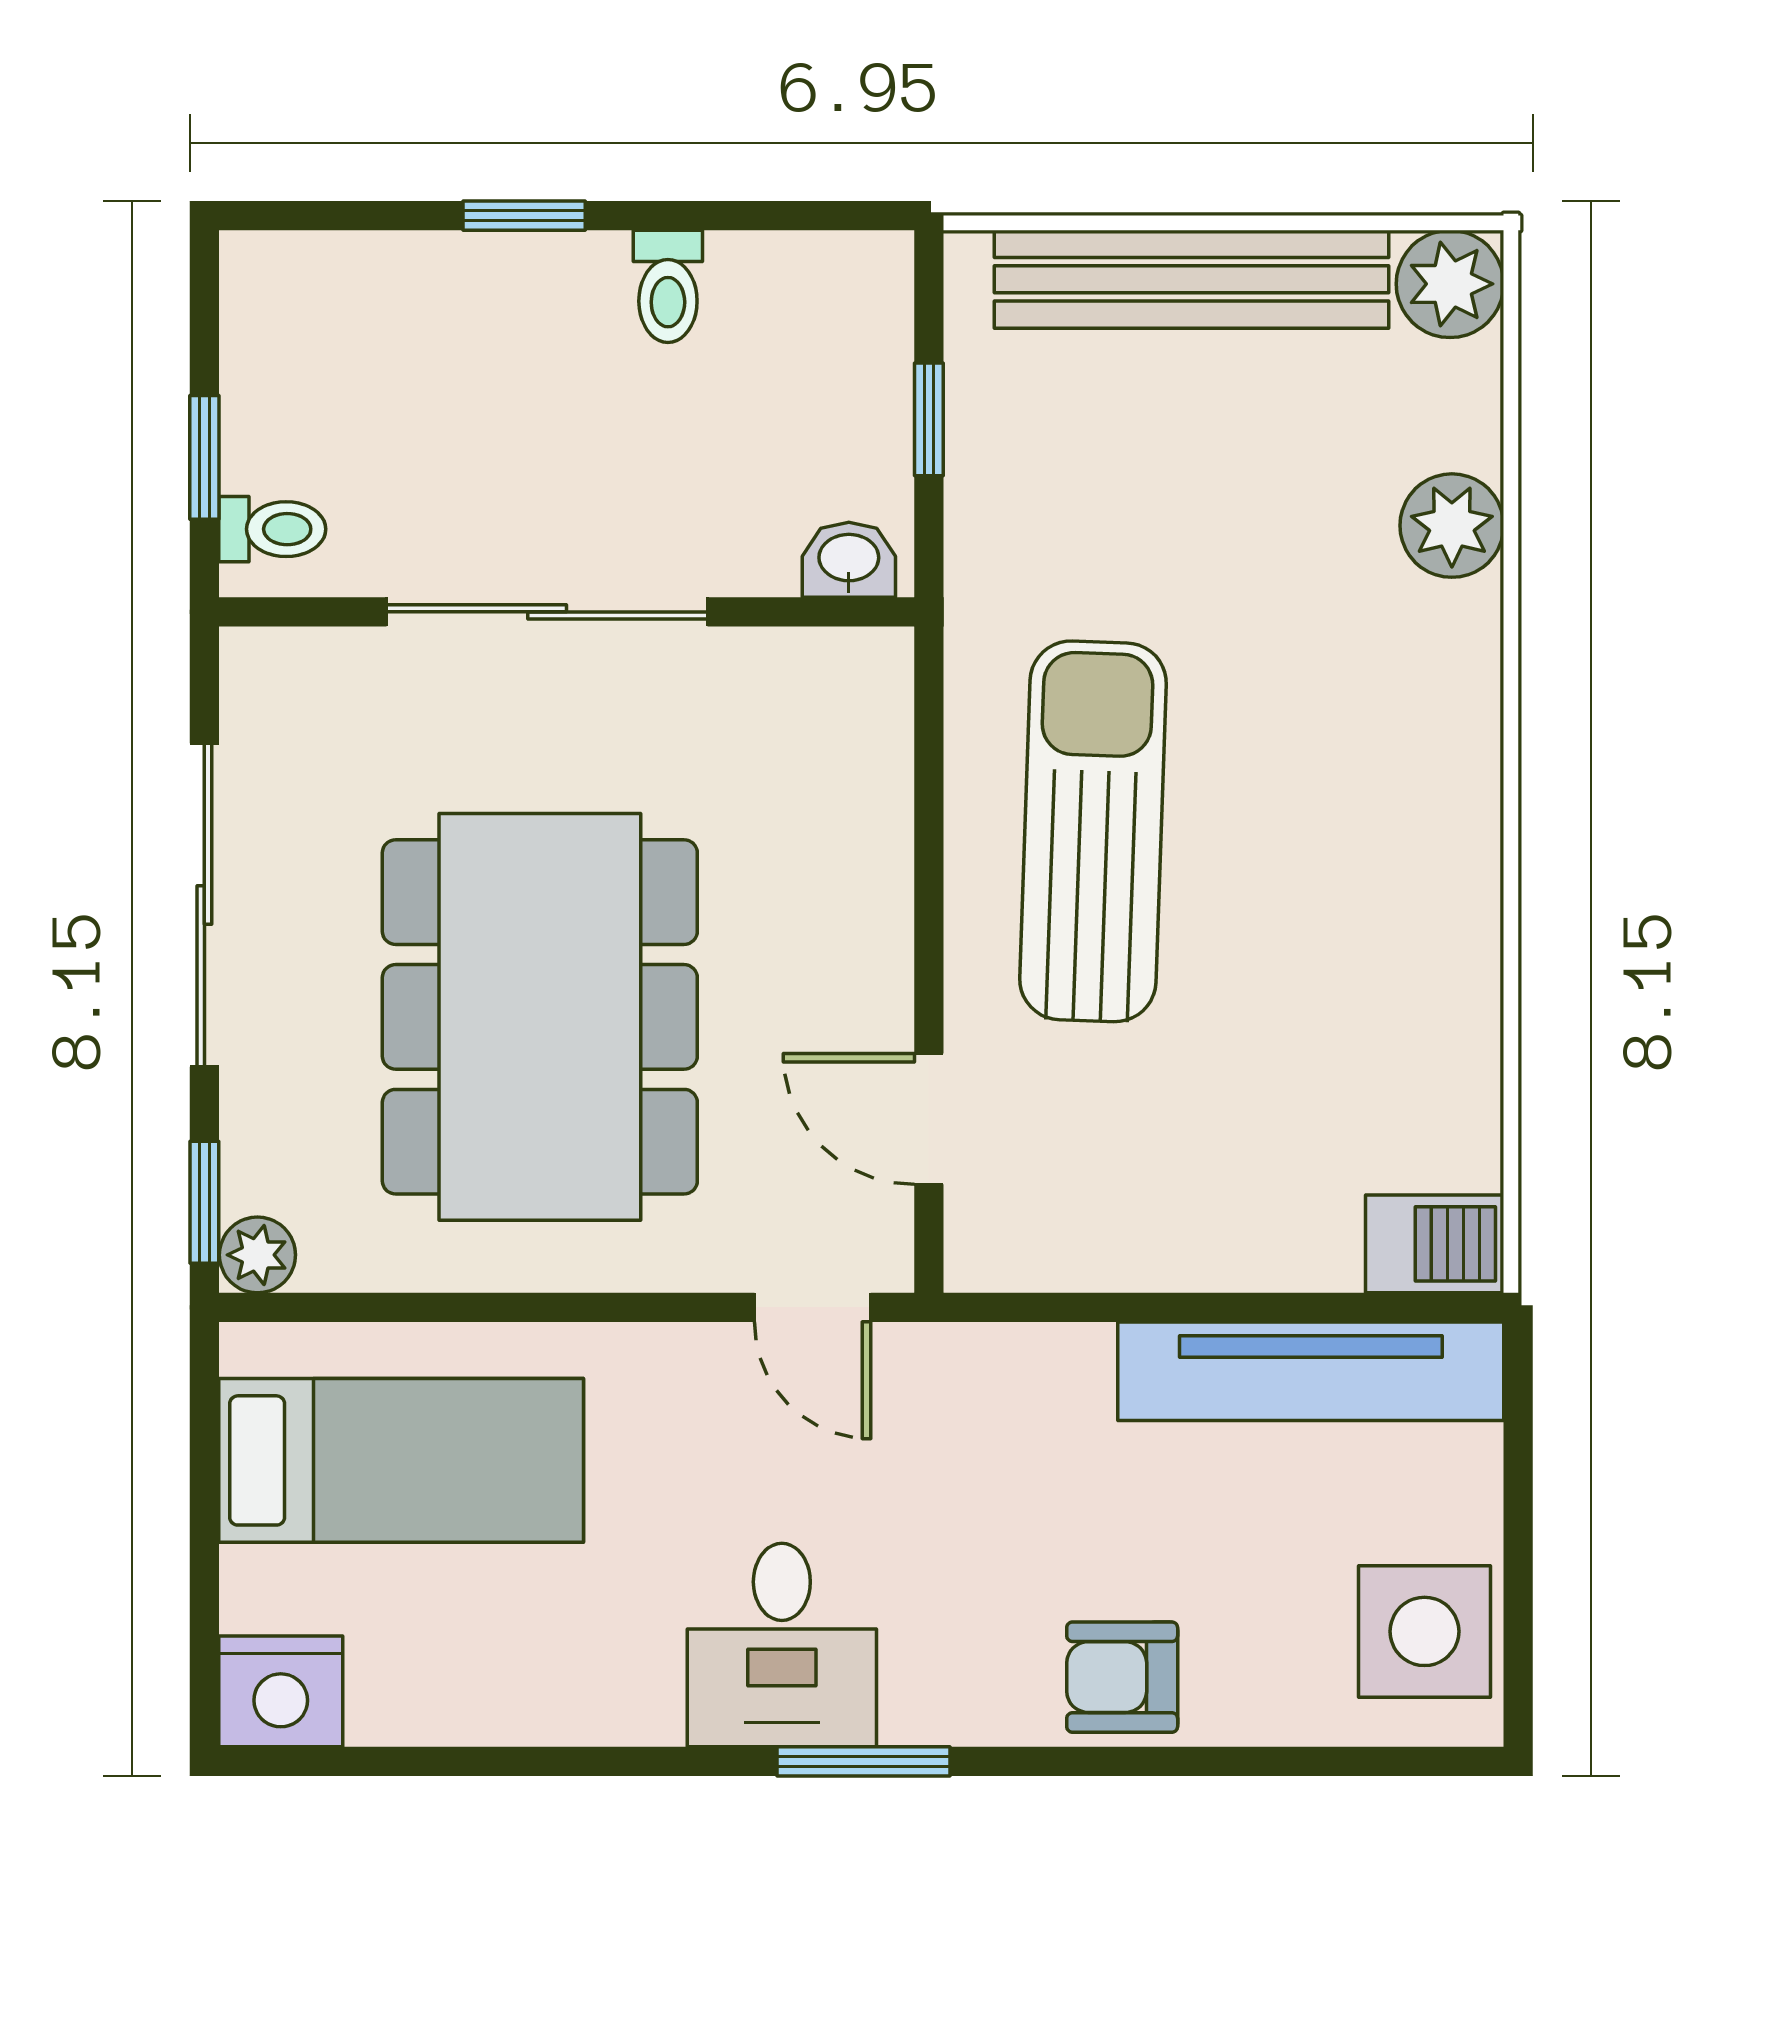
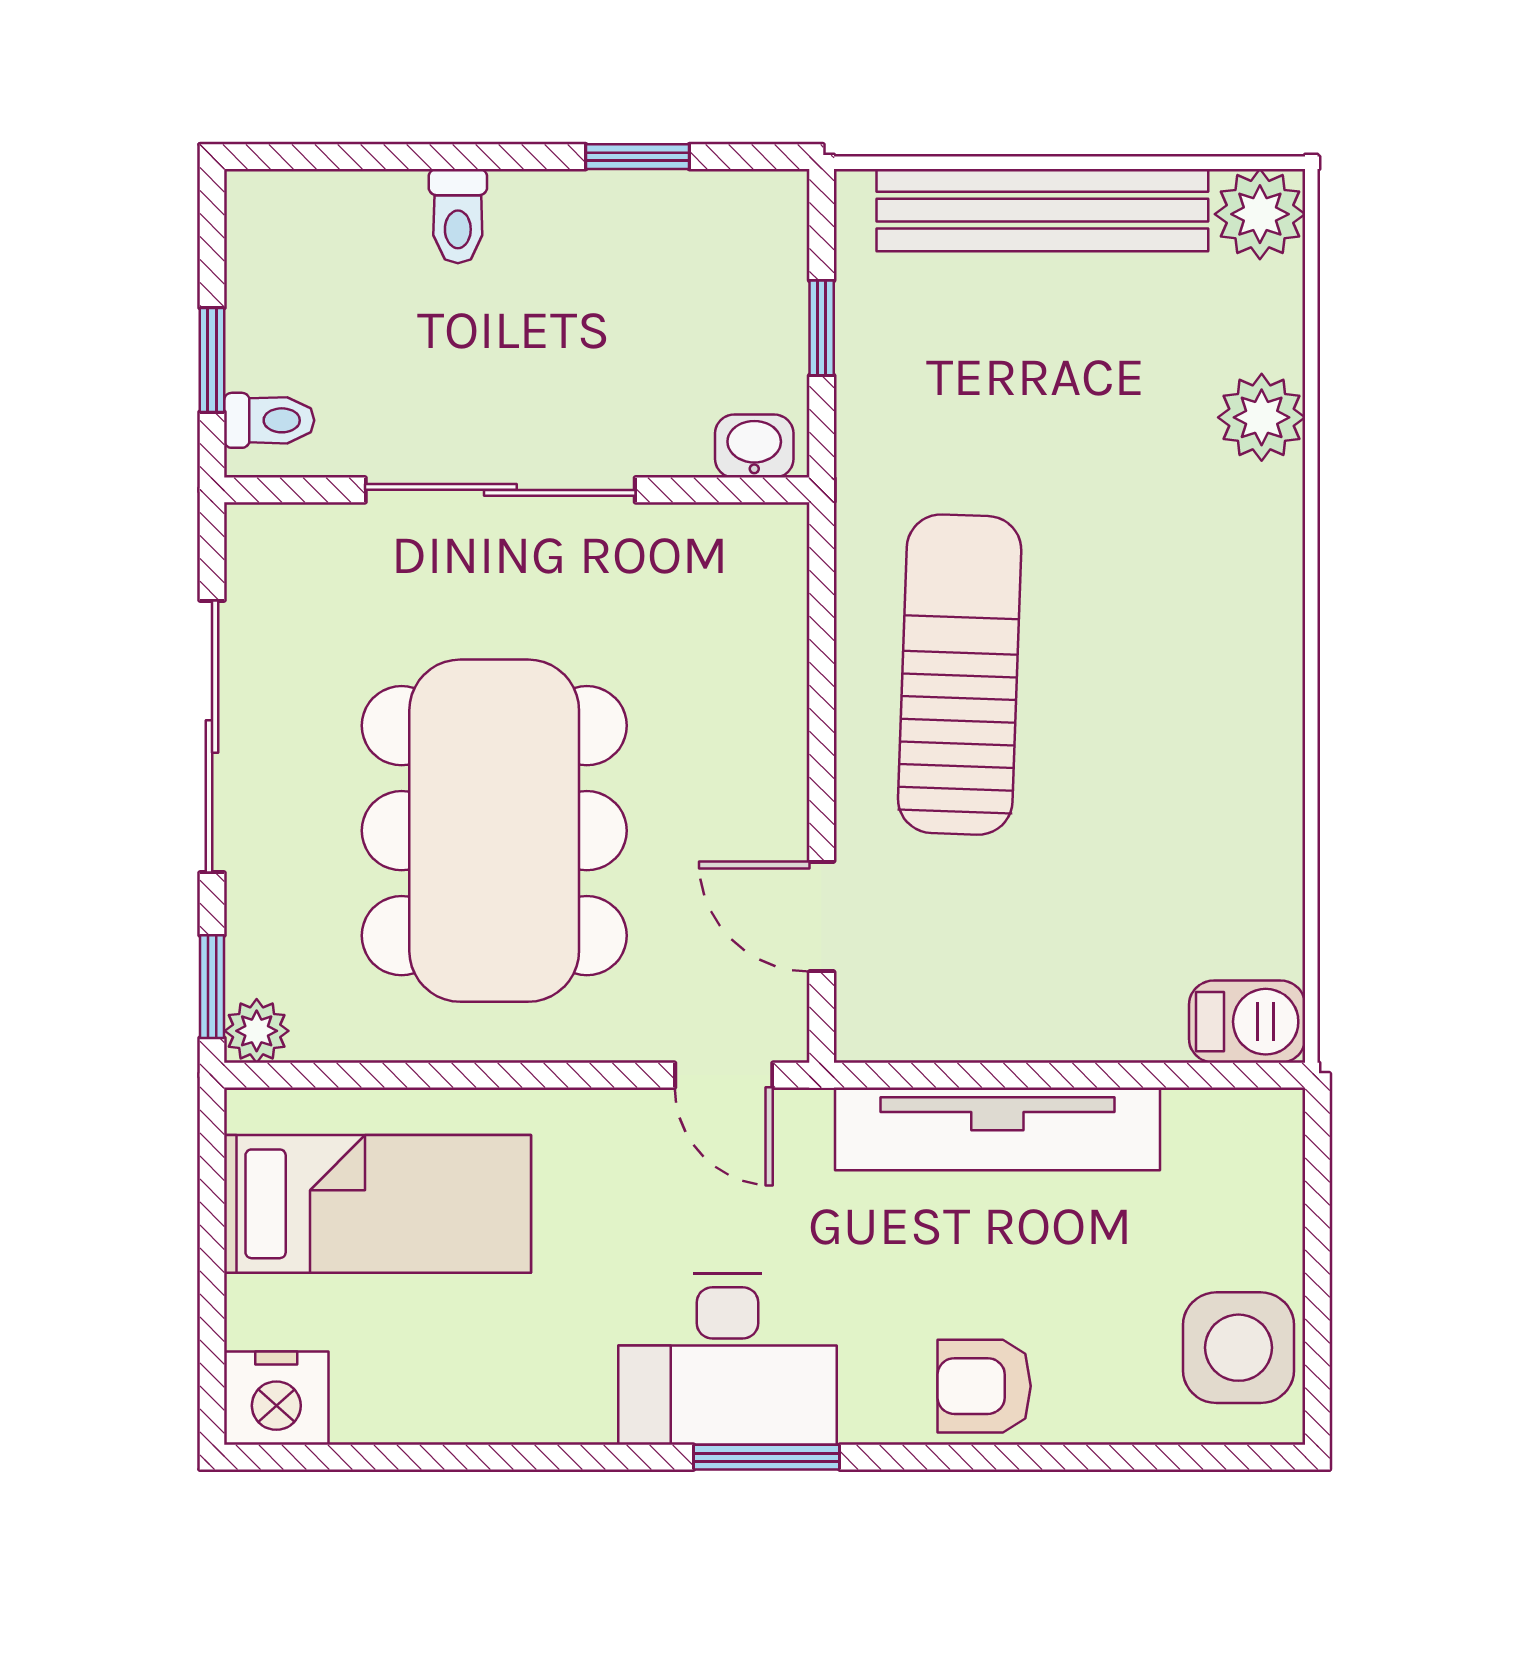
window: (524, 216) -> (638, 157), moved
toilet: (668, 286) -> (458, 216), moved
tv unit: (1311, 1371) -> (997, 1129), moved
desk: (782, 1645) -> (727, 1359), width x1.37

